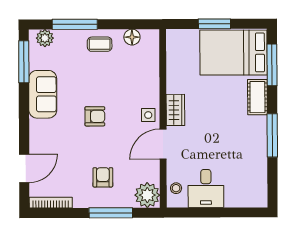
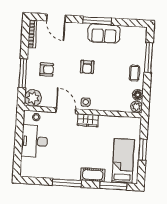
plant: (45, 38) -> (137, 107), moved
bed: (233, 53) -> (123, 161), width x0.67
window: (24, 62) -> (97, 21), moved
desk: (206, 188) -> (34, 141), width x1.37

